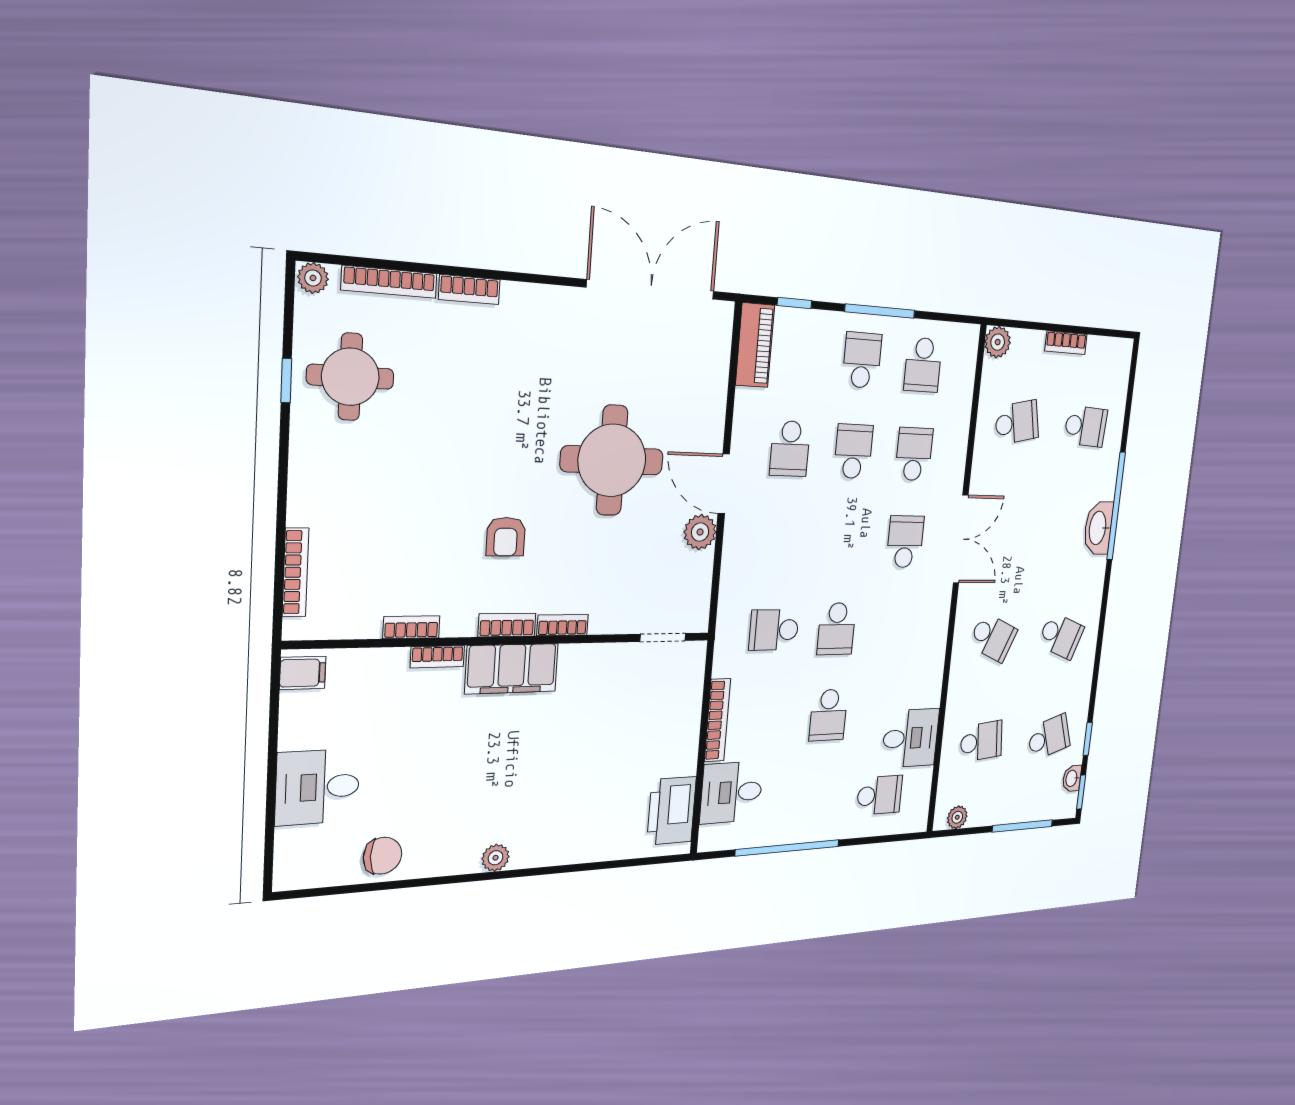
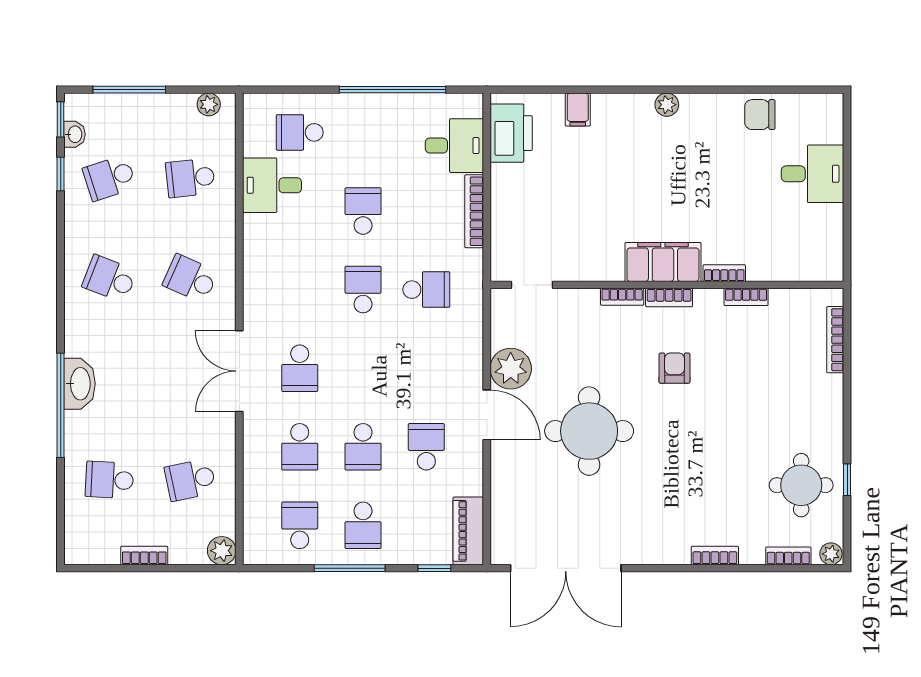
bookcase: (389, 282) -> (788, 556), width x0.64
plant: (700, 532) -> (511, 369), width x1.36, depth x1.36
filing cabinet: (303, 673) -> (578, 110), moved, turned -90

